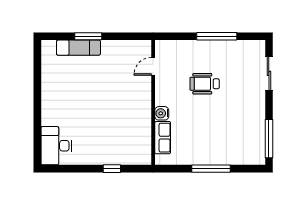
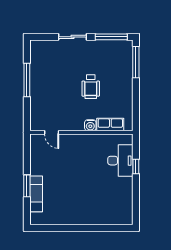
sliding door: (269, 73) -> (72, 37), moved
wheelchair: (205, 84) -> (91, 87), moved
desk: (56, 146) -> (120, 161), moved, turned -90
window: (211, 169) -> (136, 62), moved

